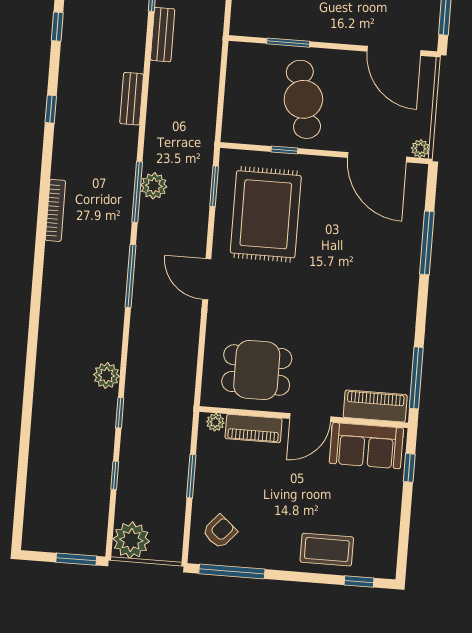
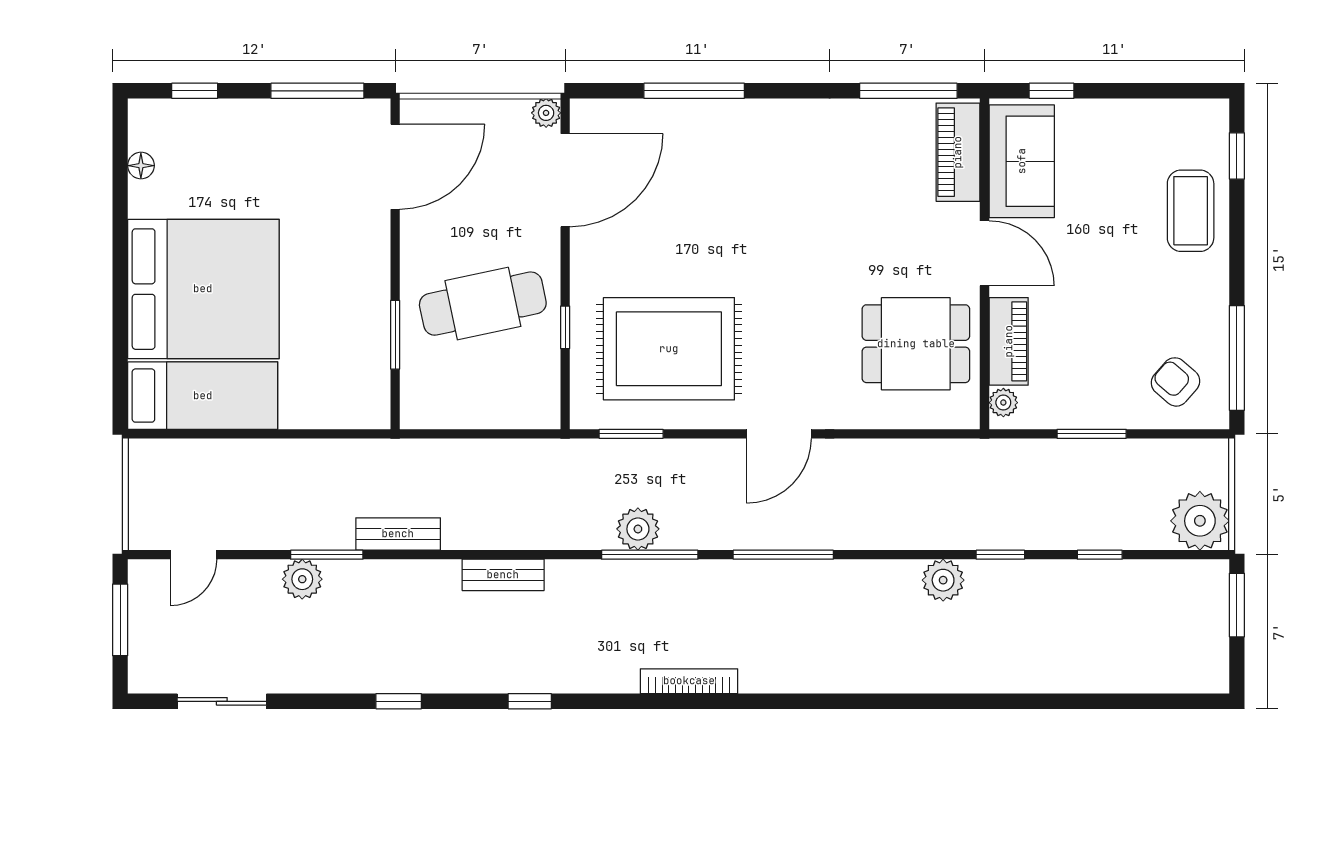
dining table: (257, 370) -> (916, 344), turned 90

